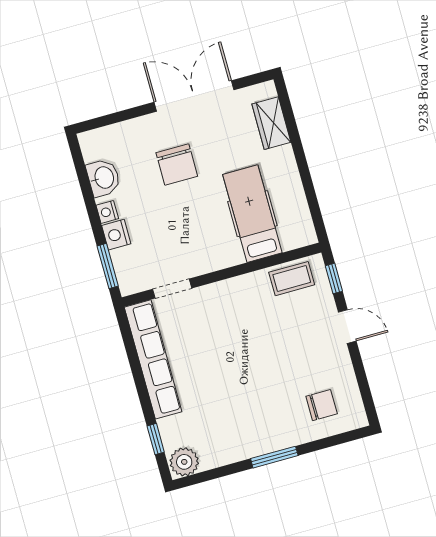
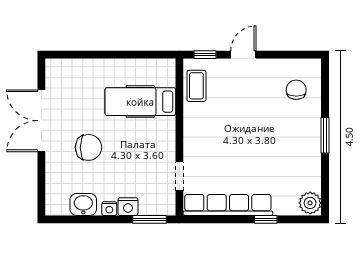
wardrobe: (271, 123) -> (77, 69), removed
window: (156, 439) -> (266, 219), moved

